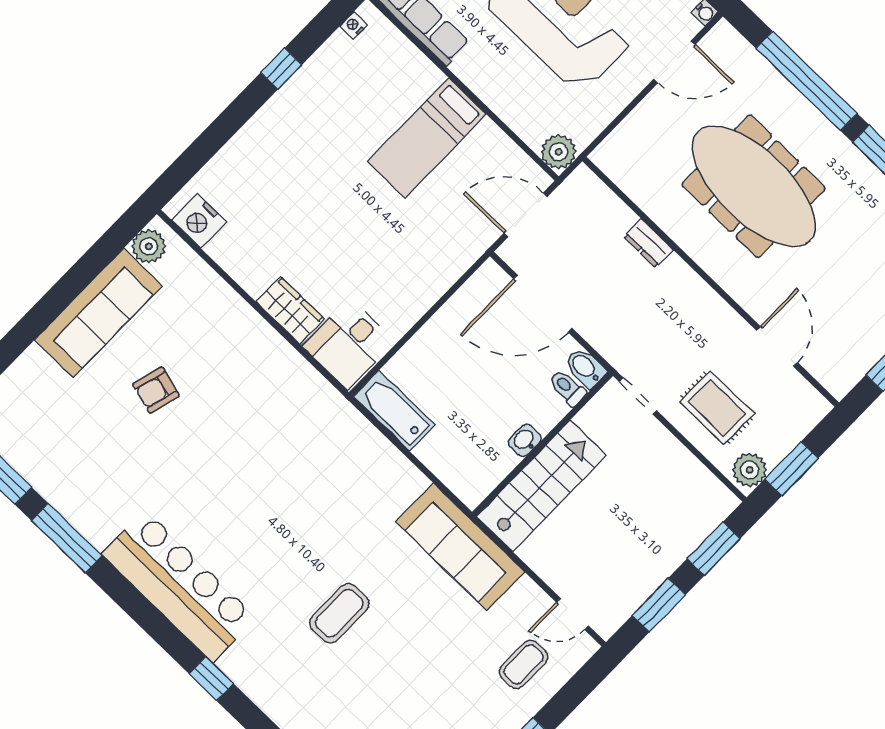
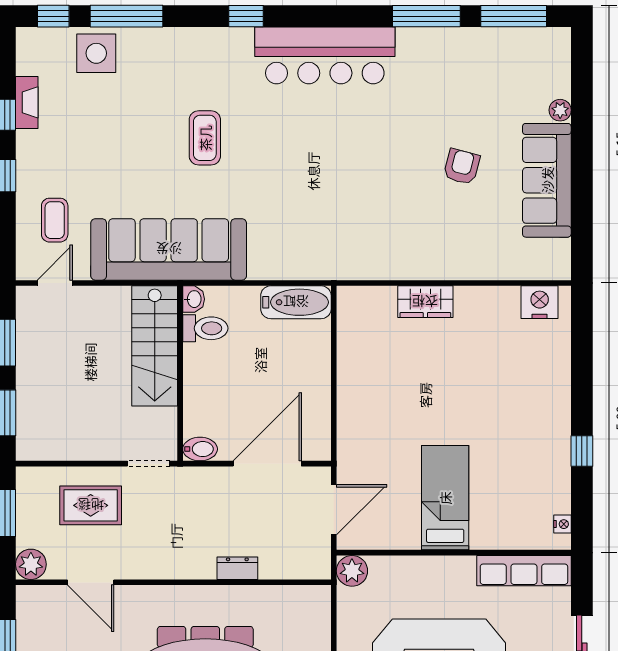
plant: (149, 246) -> (560, 110), moved, width x0.73, depth x0.73
desk: (348, 344) -> (367, 317), removed
toilet: (567, 388) -> (205, 328), moved, width x1.37, depth x1.39
washbasin: (525, 440) -> (194, 299), moved
plant: (750, 470) -> (31, 564), moved
sofa: (460, 547) -> (169, 249), width x1.36, depth x1.27

